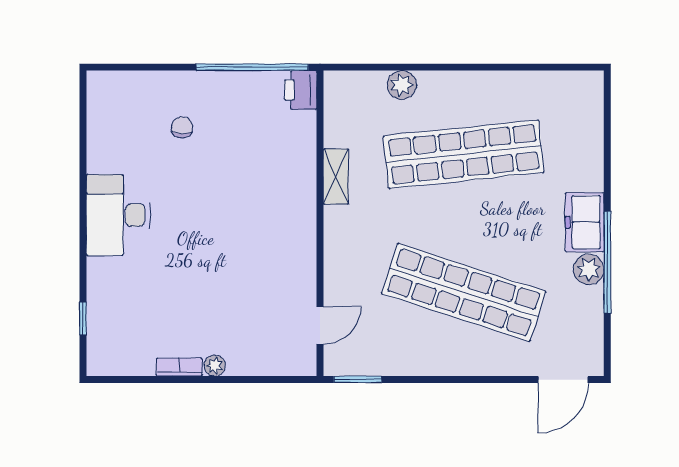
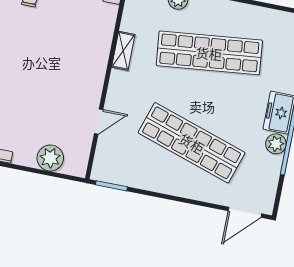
door: (320, 325) -> (99, 121), moved
plant: (215, 366) -> (50, 158), moved, width x1.88, depth x1.88

